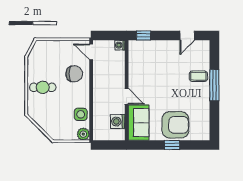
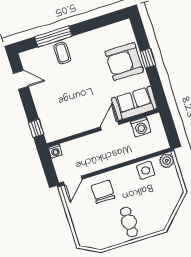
window: (214, 85) -> (53, 36), moved
armchair: (175, 125) -> (124, 62), turned -90

